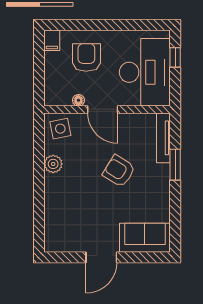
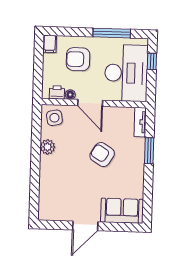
window: (126, 25) -> (112, 33), added
armchair: (86, 57) -> (78, 59), turned -90
printer: (62, 98) -> (57, 92), added
tv unit: (163, 138) -> (140, 122), width x0.71

